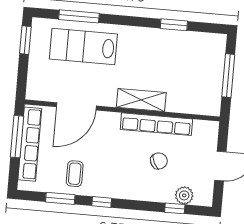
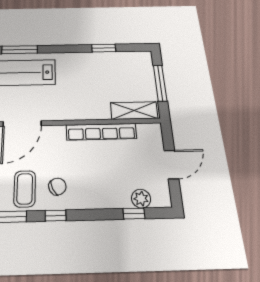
shelving: (141, 100) -> (134, 111), moved
chair: (159, 161) -> (57, 187), moved
coffee table: (75, 174) -> (25, 189), width x1.36, depth x1.30

